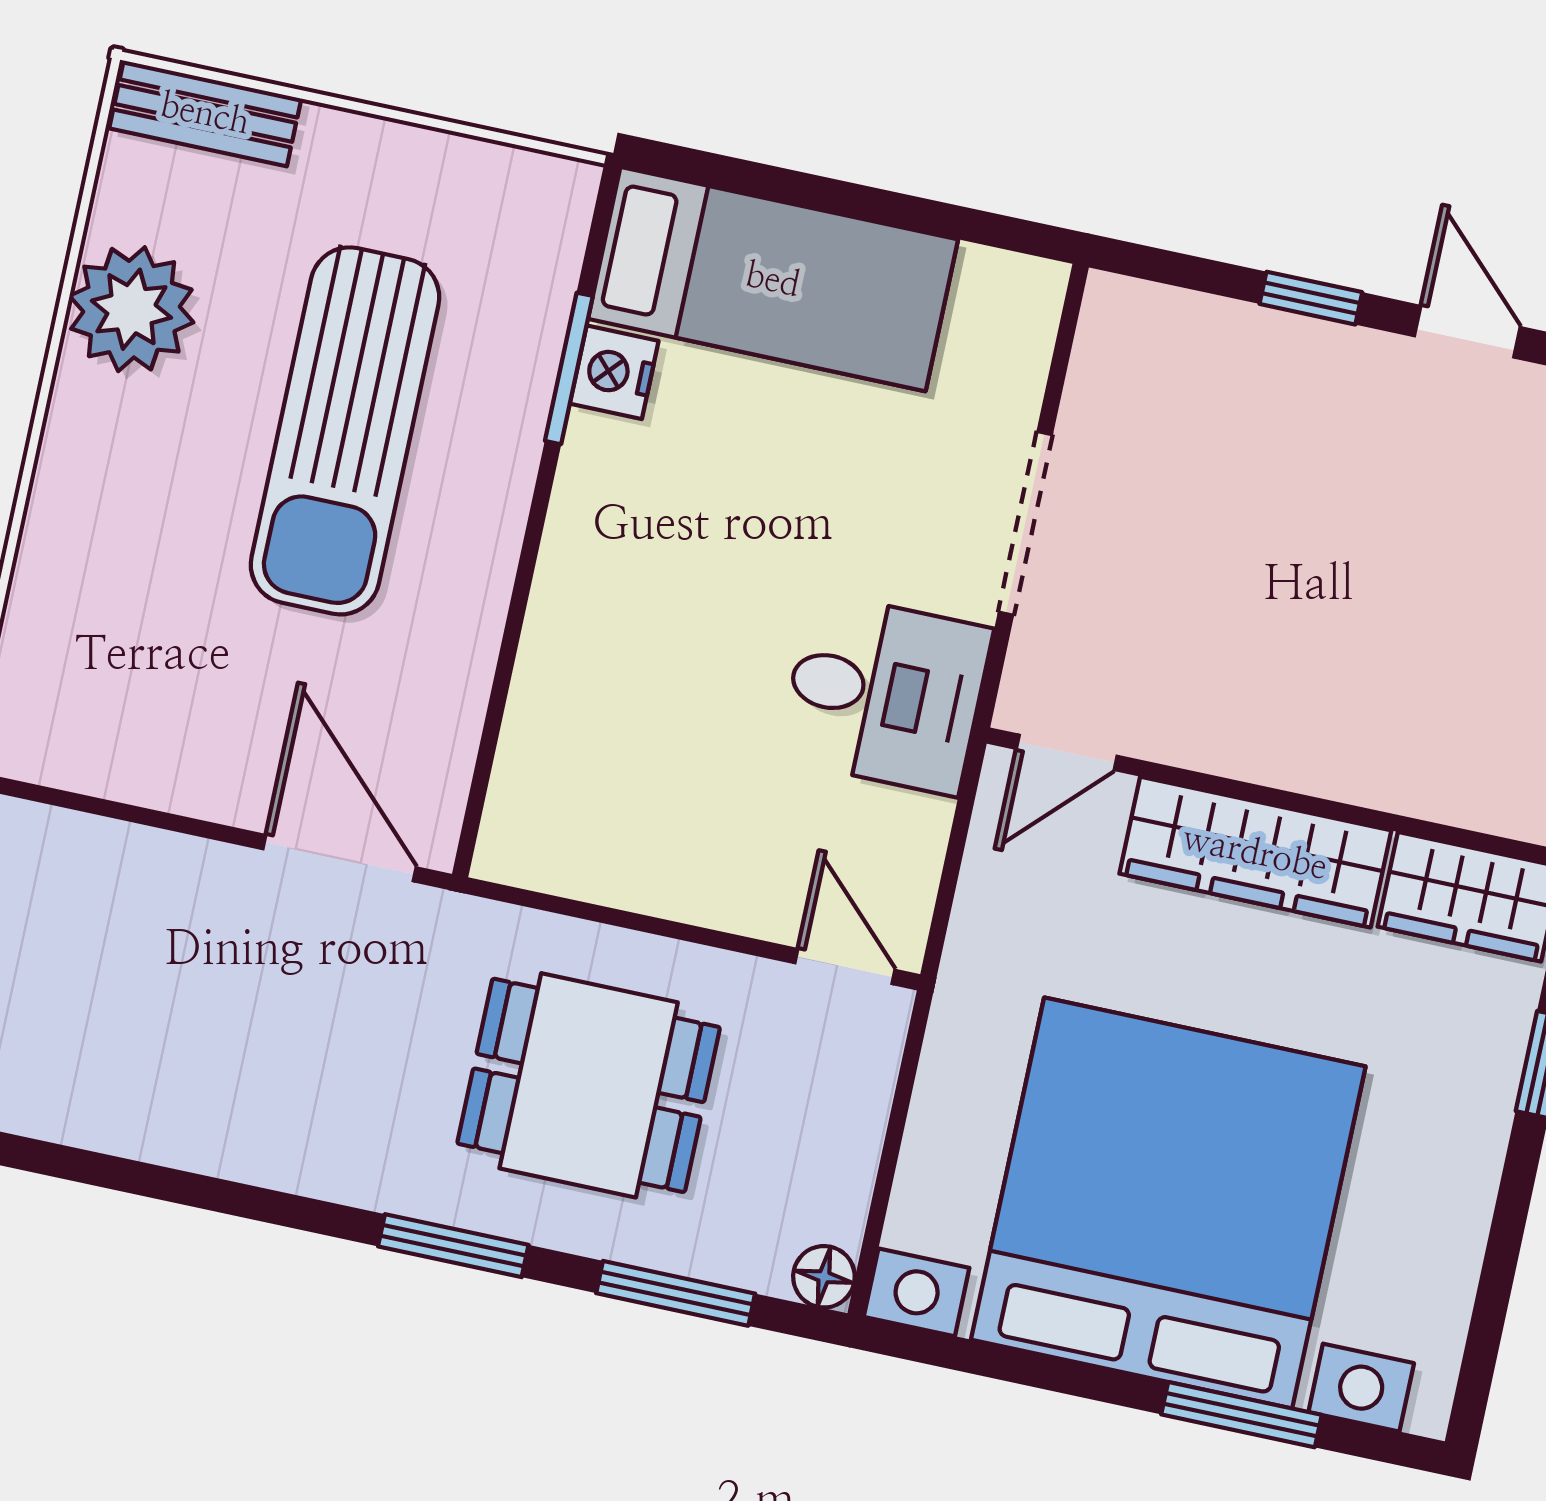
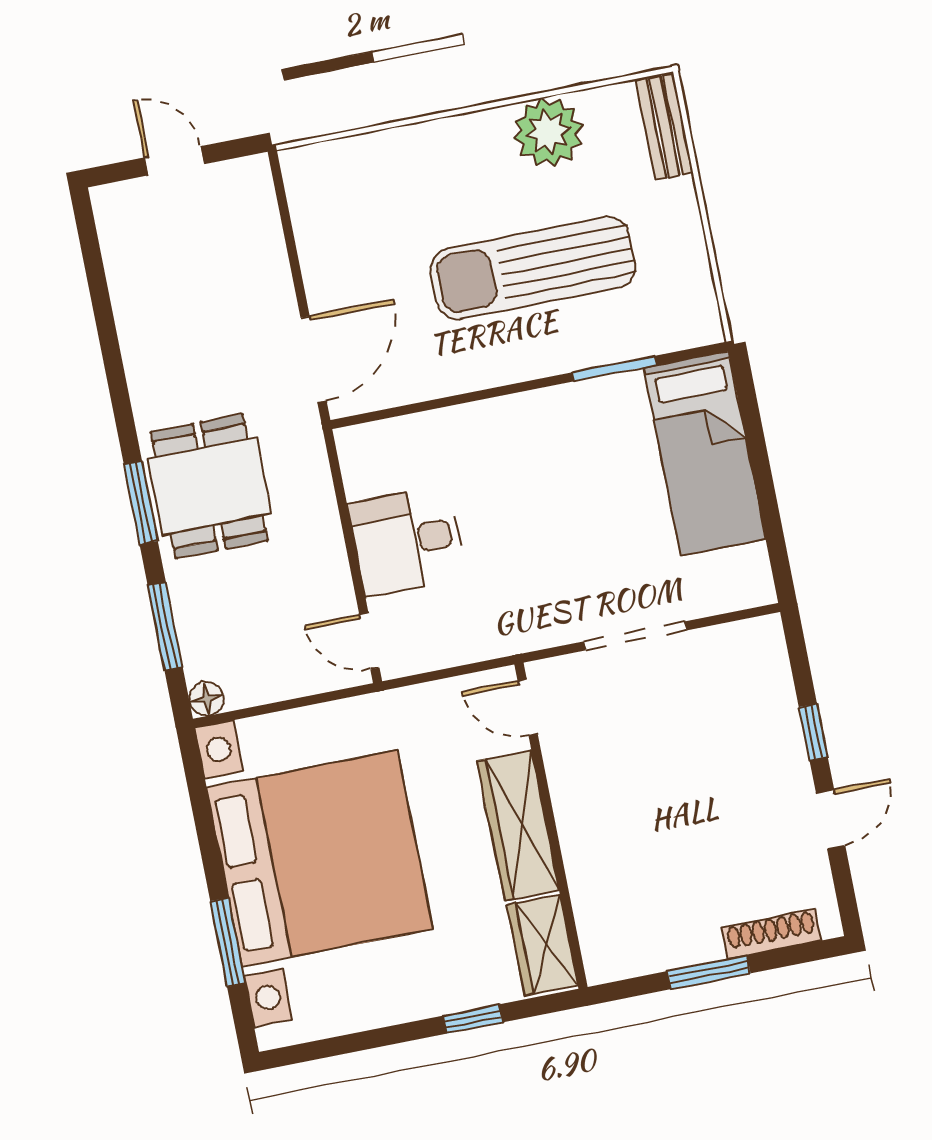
nightstand: (614, 372) -> (622, 393), removed
desk: (885, 694) -> (407, 541), moved, turned 90
door: (845, 967) -> (369, 641), swing flipped
dining table: (589, 1085) -> (209, 486), moved

